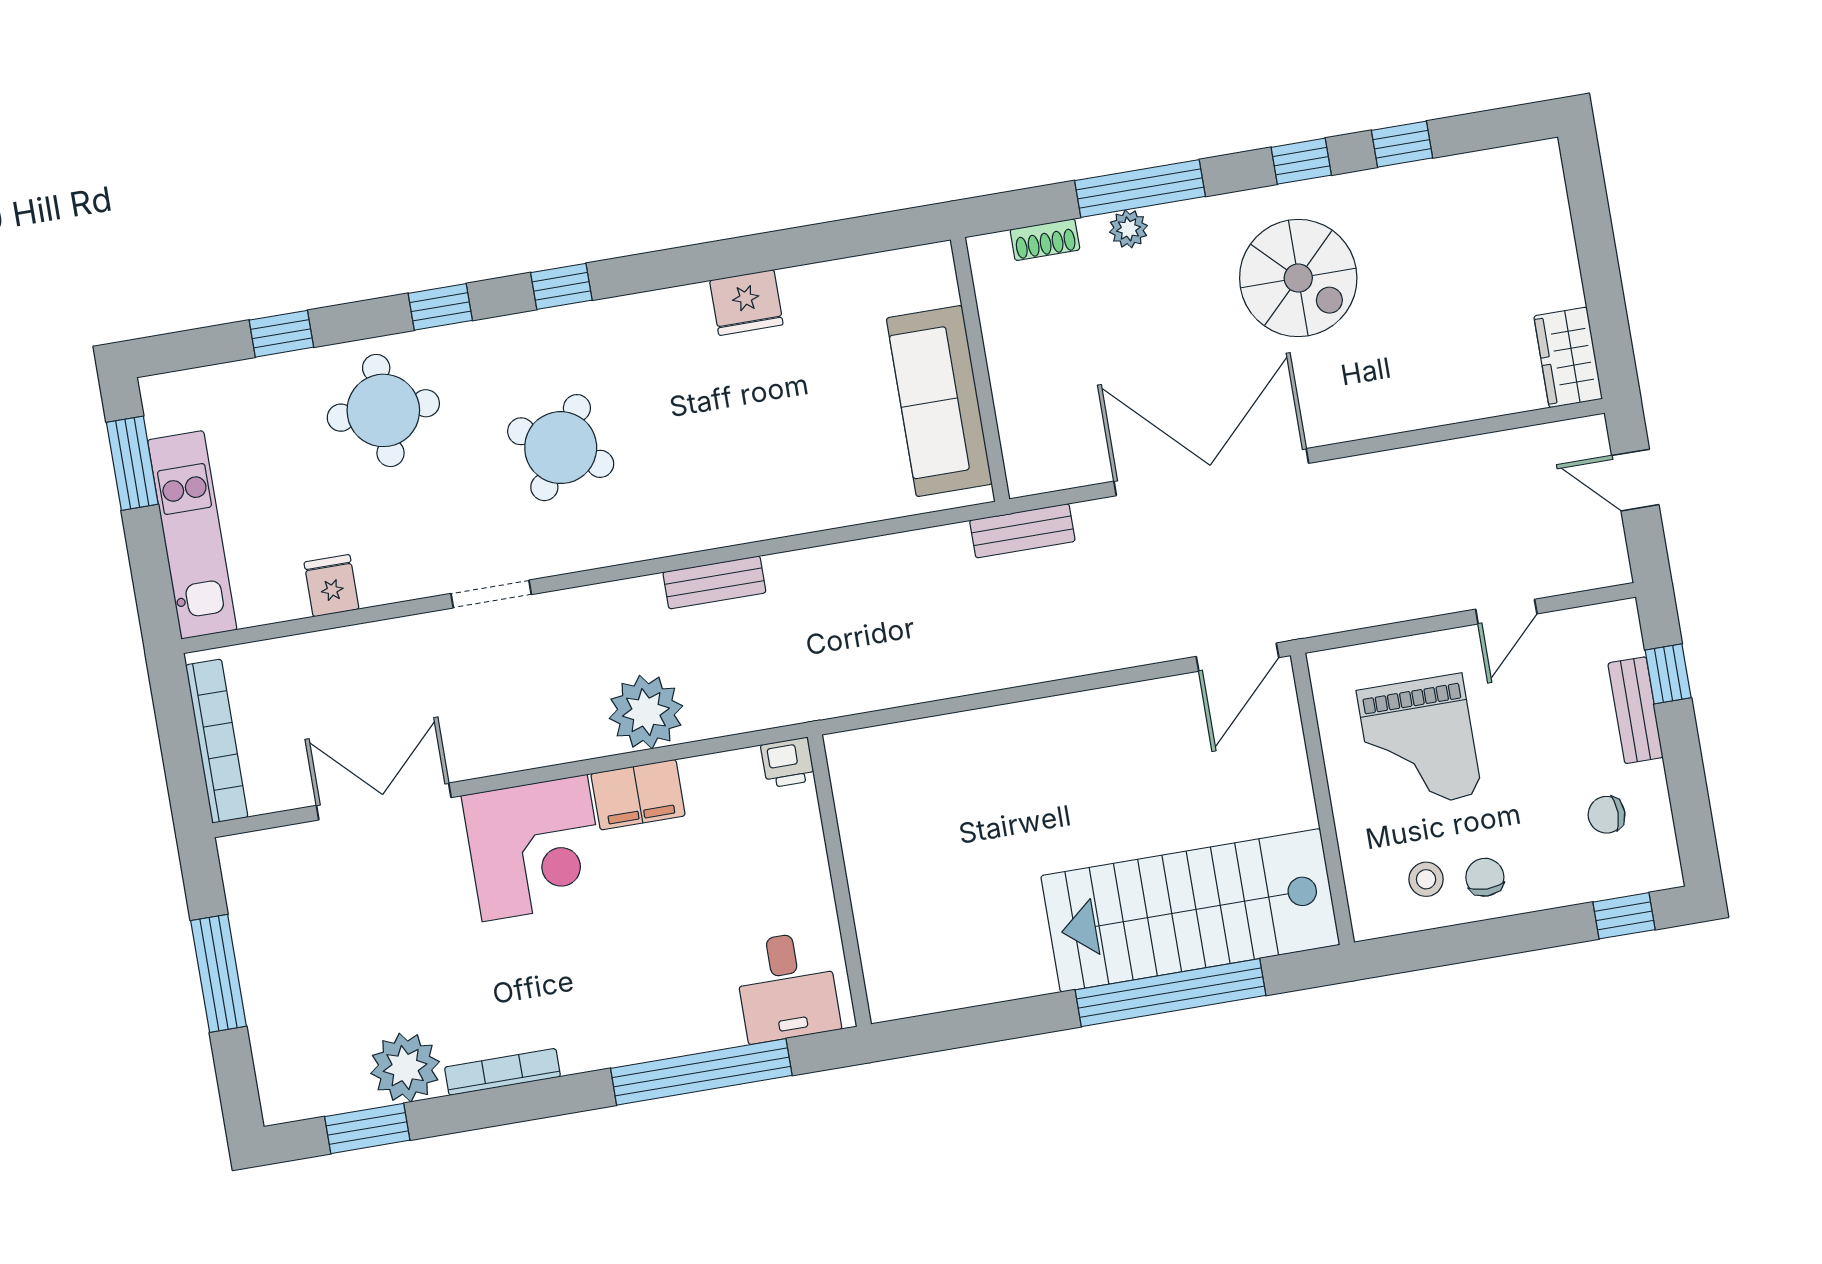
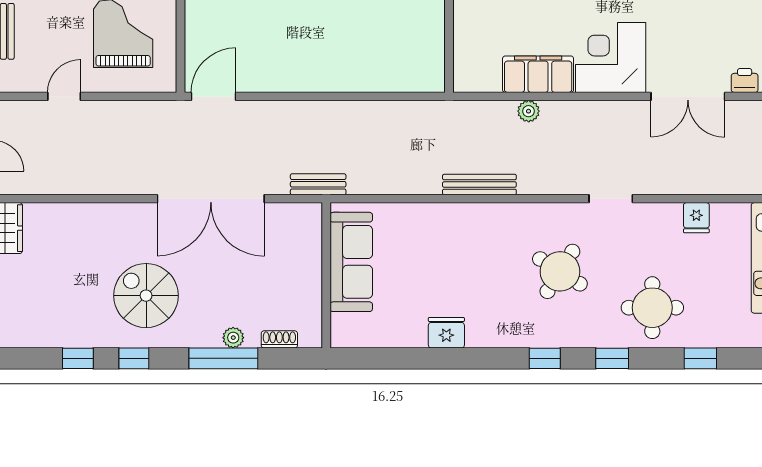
bench: (714, 582) -> (479, 184), width x1.36
plant: (646, 712) -> (529, 111), width x0.53, depth x0.53
printer: (788, 763) -> (745, 80), moved
filing cabinet: (638, 795) -> (538, 74), width x1.50, depth x1.17

